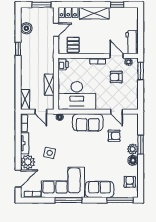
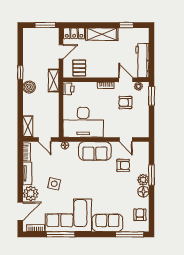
boiler: (26, 28) -> (29, 87), moved
workbench: (132, 42) -> (142, 61), width x1.38
shelving: (49, 85) -> (54, 80), moved
window: (68, 200) -> (61, 234), moved

